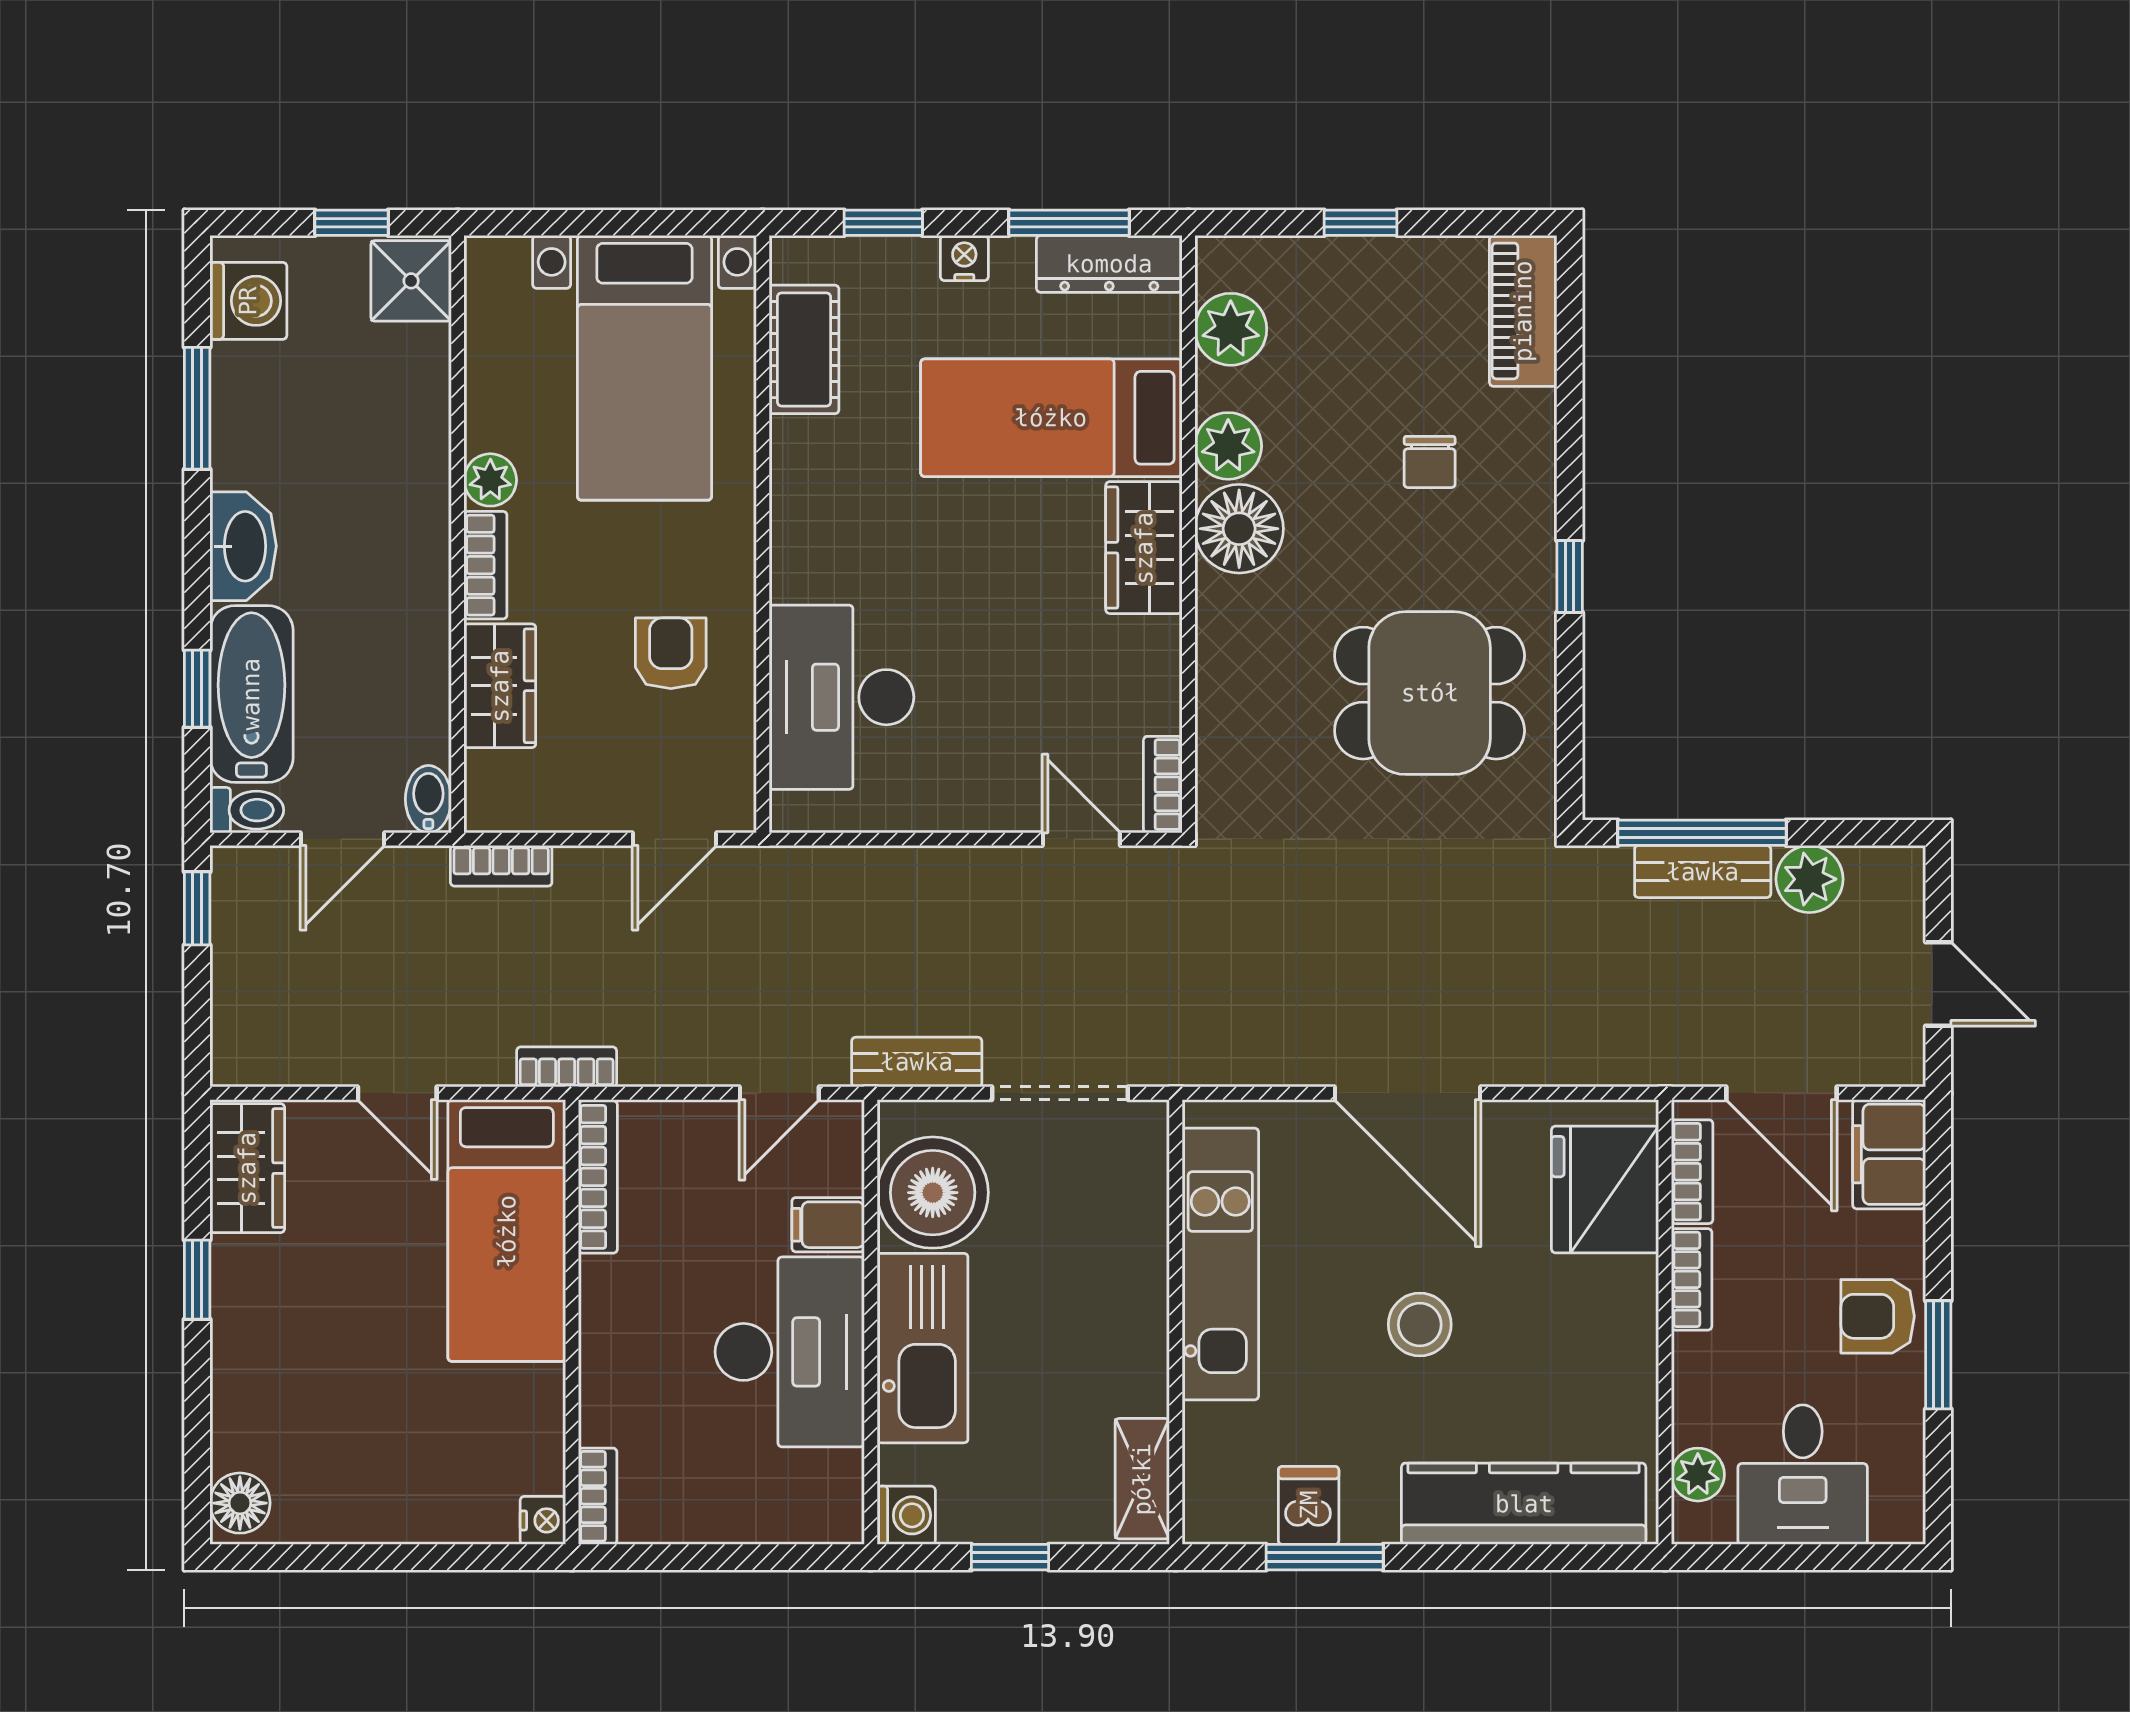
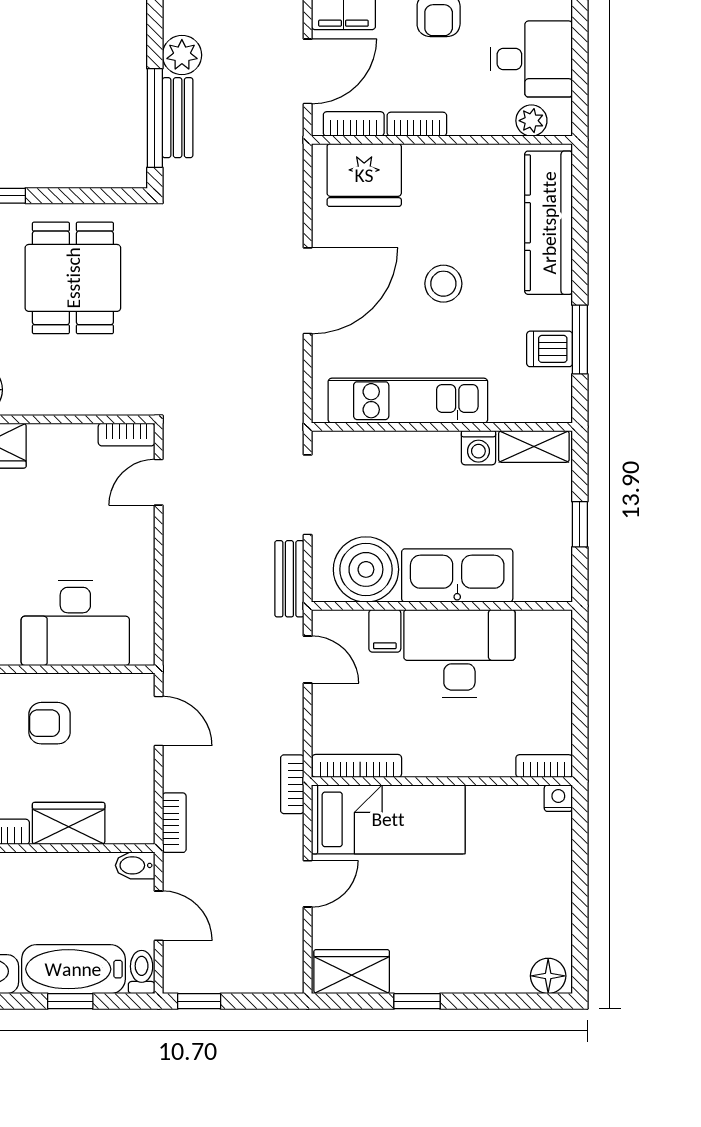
washing machine: (906, 1515) -> (478, 448), moved, turned 180

